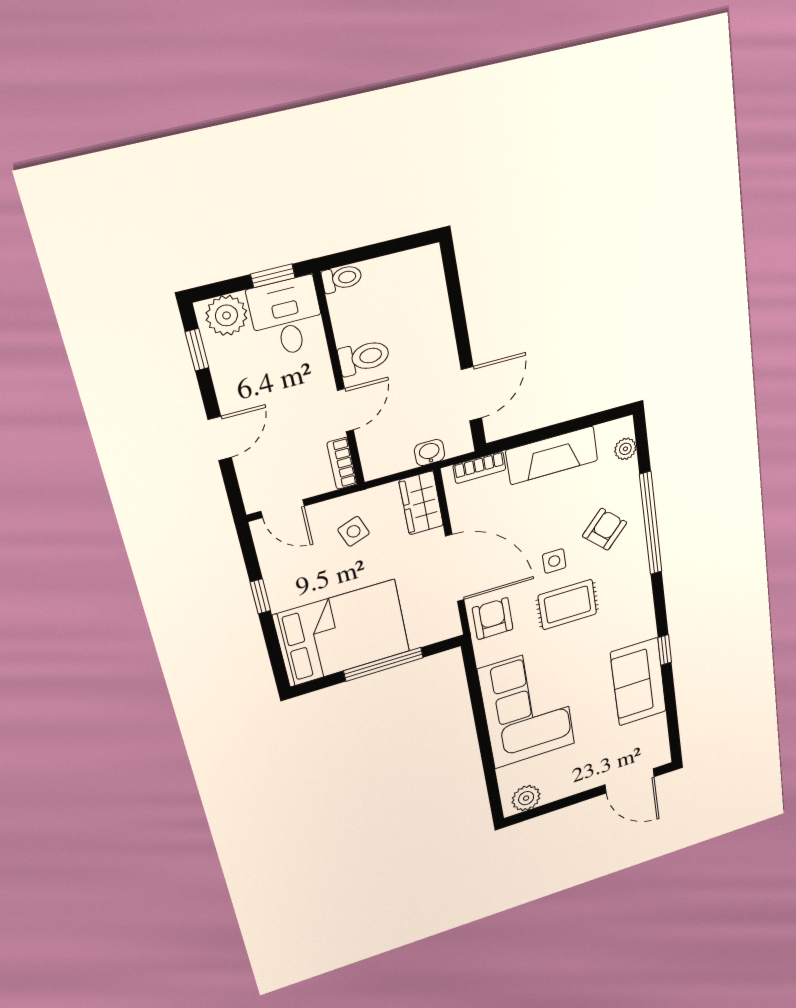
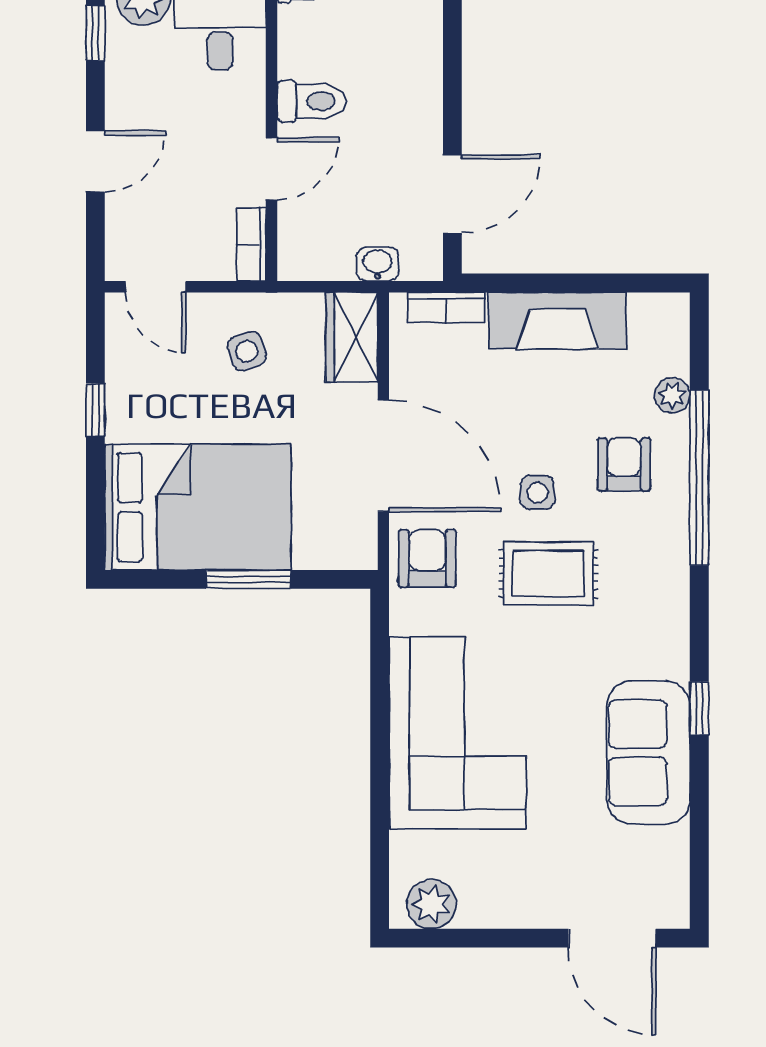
plant: (625, 449) -> (672, 395), moved
armchair: (605, 529) -> (624, 464), turned -44
window: (384, 664) -> (248, 579), width x0.69

